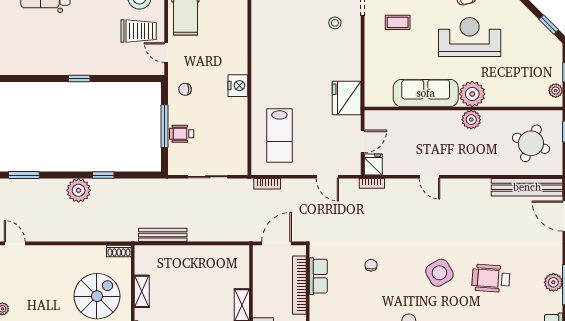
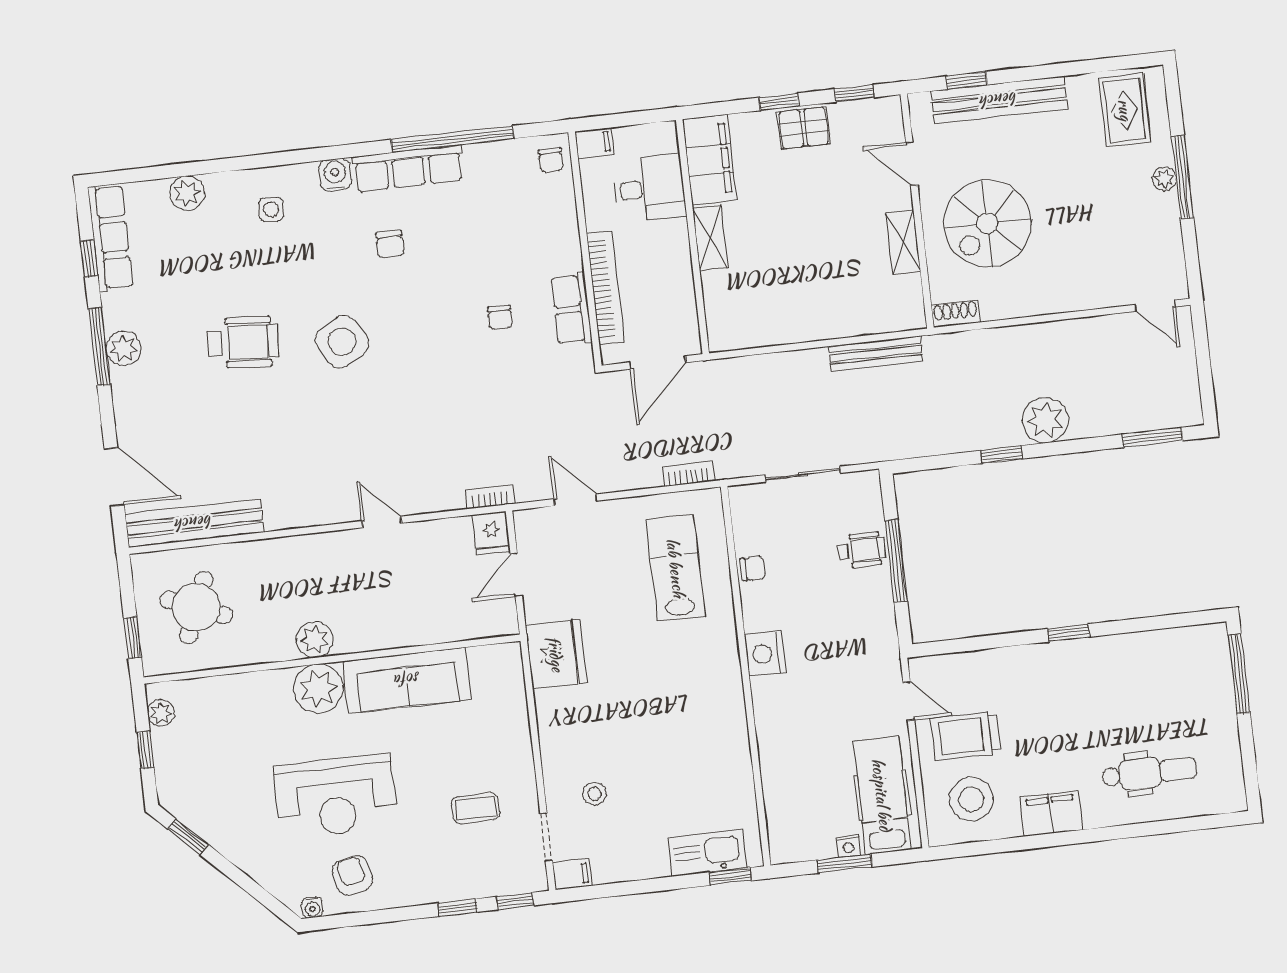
chair: (185, 89) -> (753, 568), moved
chair: (371, 265) -> (500, 317), moved

